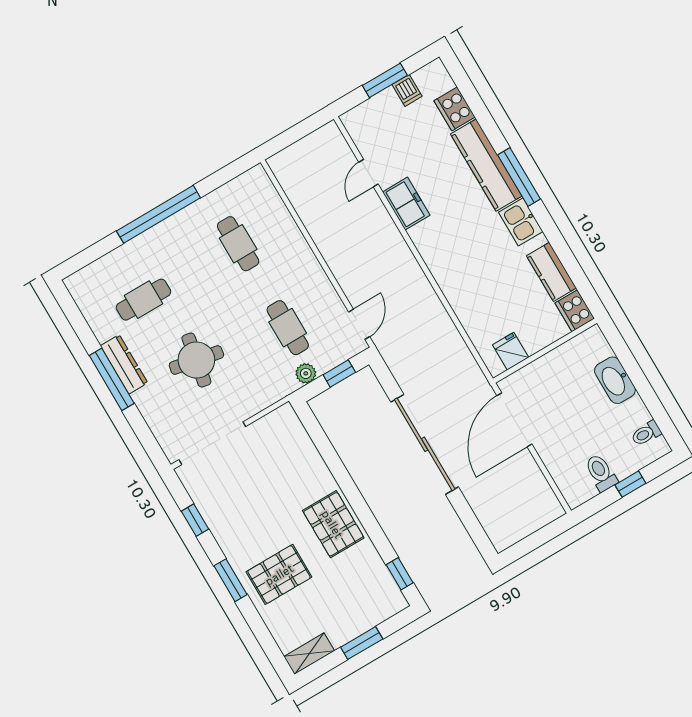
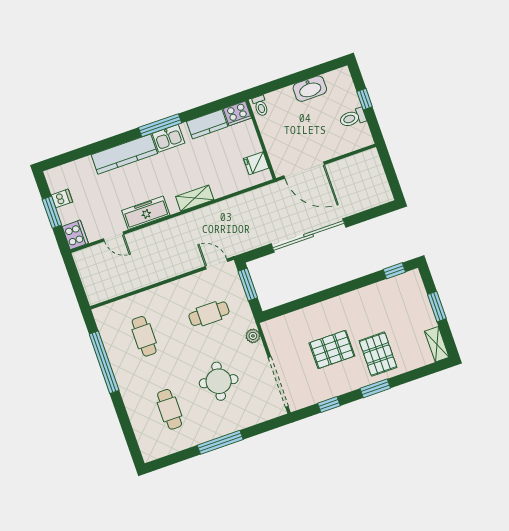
cooker: (455, 109) -> (75, 235), moved, turned -90
window: (519, 177) -> (160, 125), moved
freezer: (406, 204) -> (146, 213), width x1.40
window: (158, 214) -> (104, 362), moved
cafe table: (238, 244) -> (144, 336), turned 90
shelving: (445, 275) -> (195, 198), added
dresser: (124, 364) -> (211, 432), removed
plant: (306, 373) -> (253, 336), moved
window: (339, 374) -> (248, 284), width x1.50
washbasin: (615, 380) -> (310, 89), moved
toilet: (646, 433) -> (261, 106), moved
pallet: (333, 524) -> (332, 349), moved

